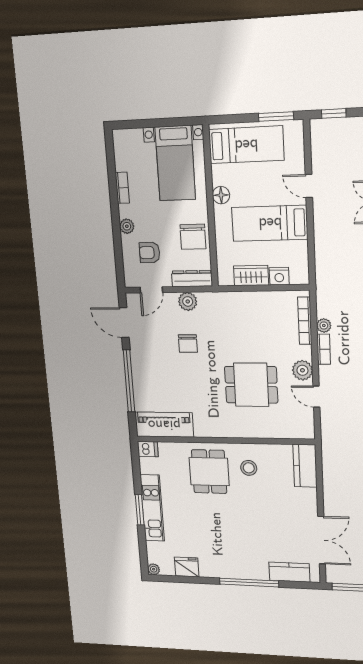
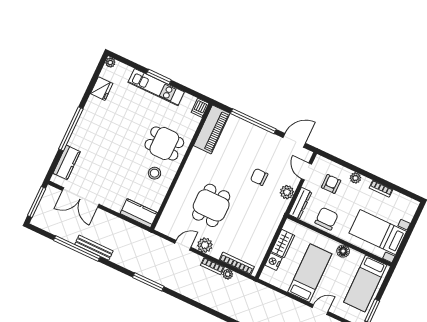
chair: (193, 237) -> (327, 219), turned 90

